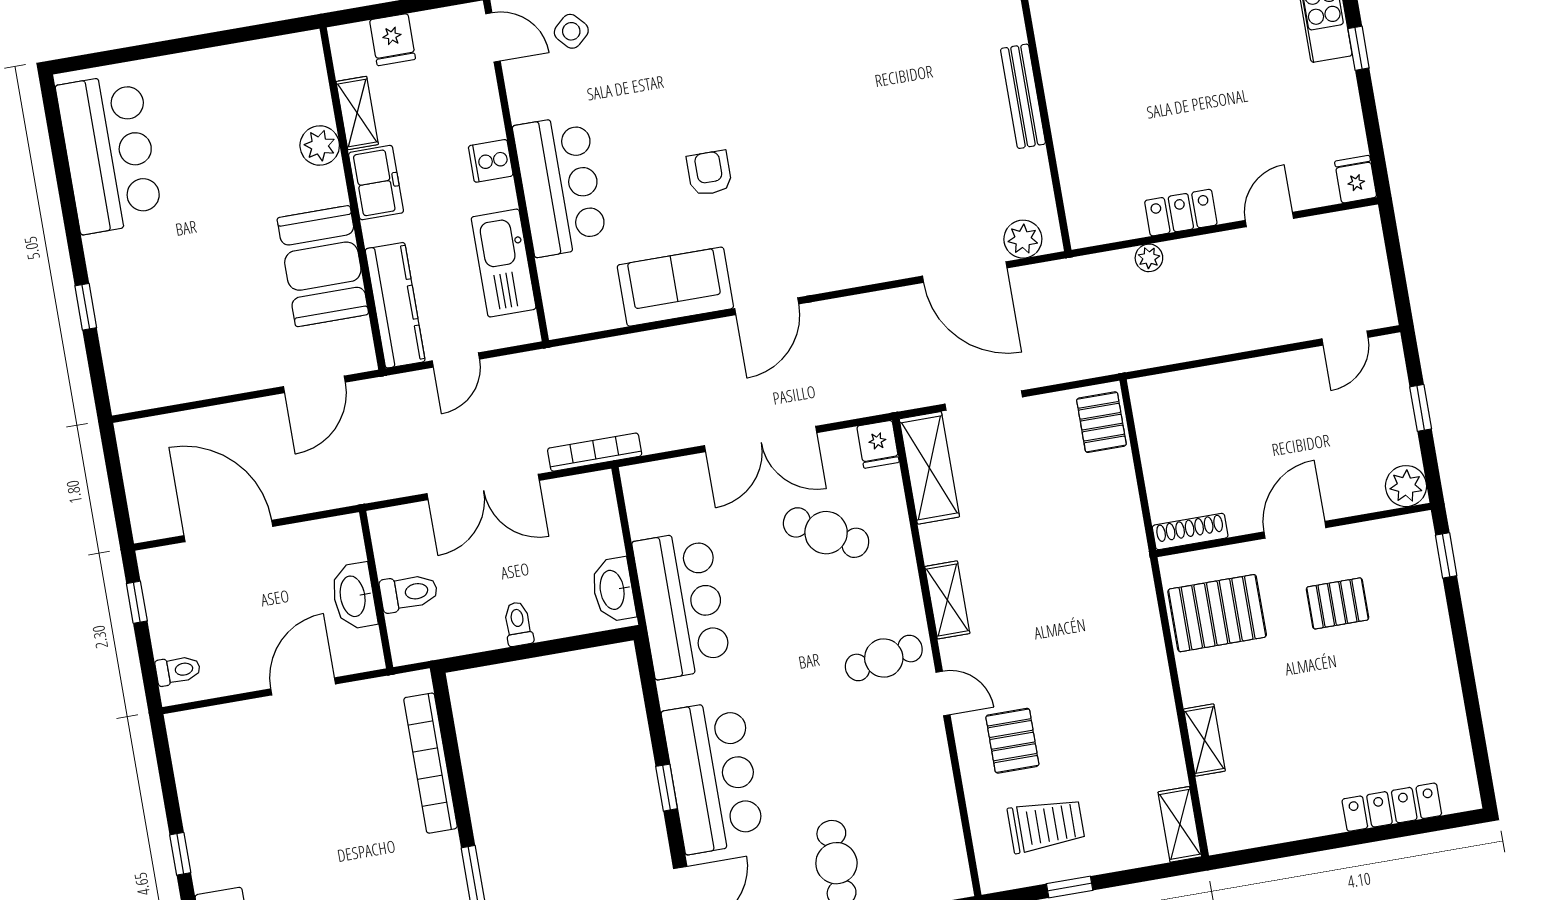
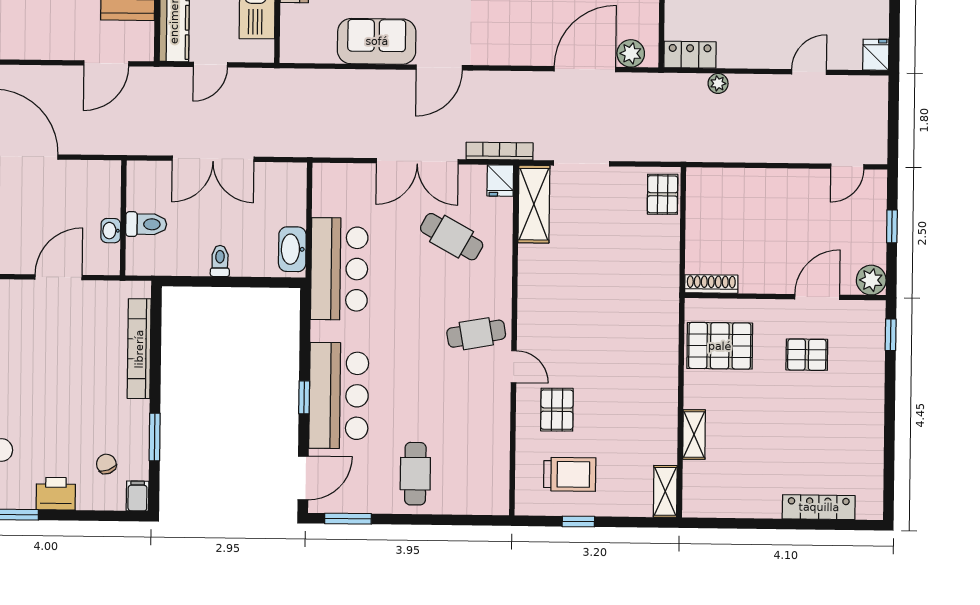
locker: (1181, 213) -> (690, 55), moved
door: (965, 272) -> (585, 69), swing flipped
bookcase: (595, 452) -> (500, 151), moved
door: (1295, 530) -> (817, 297), moved
washbasin: (354, 596) -> (111, 231), width x0.52, depth x0.69
shelving: (947, 600) -> (529, 301), removed

